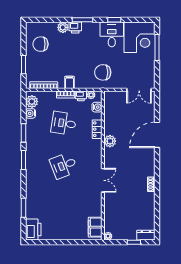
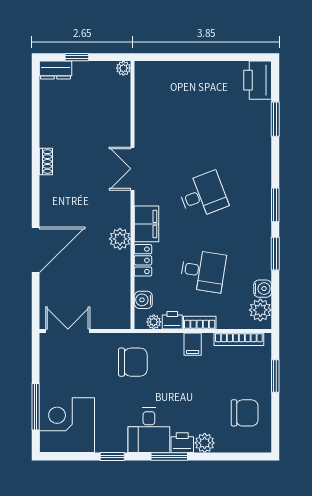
desk: (112, 34) -> (149, 430), moved
filing cabinet: (95, 227) -> (146, 224), moved

